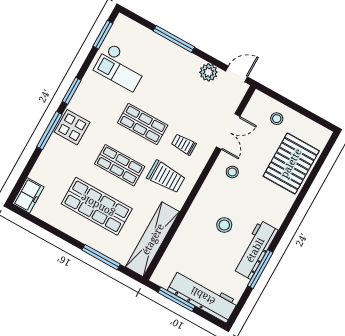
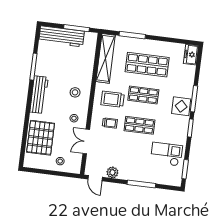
door: (237, 74) -> (95, 178), hinge flipped
stool: (224, 225) -> (75, 92), moved
workbench: (255, 250) -> (39, 95), moved

